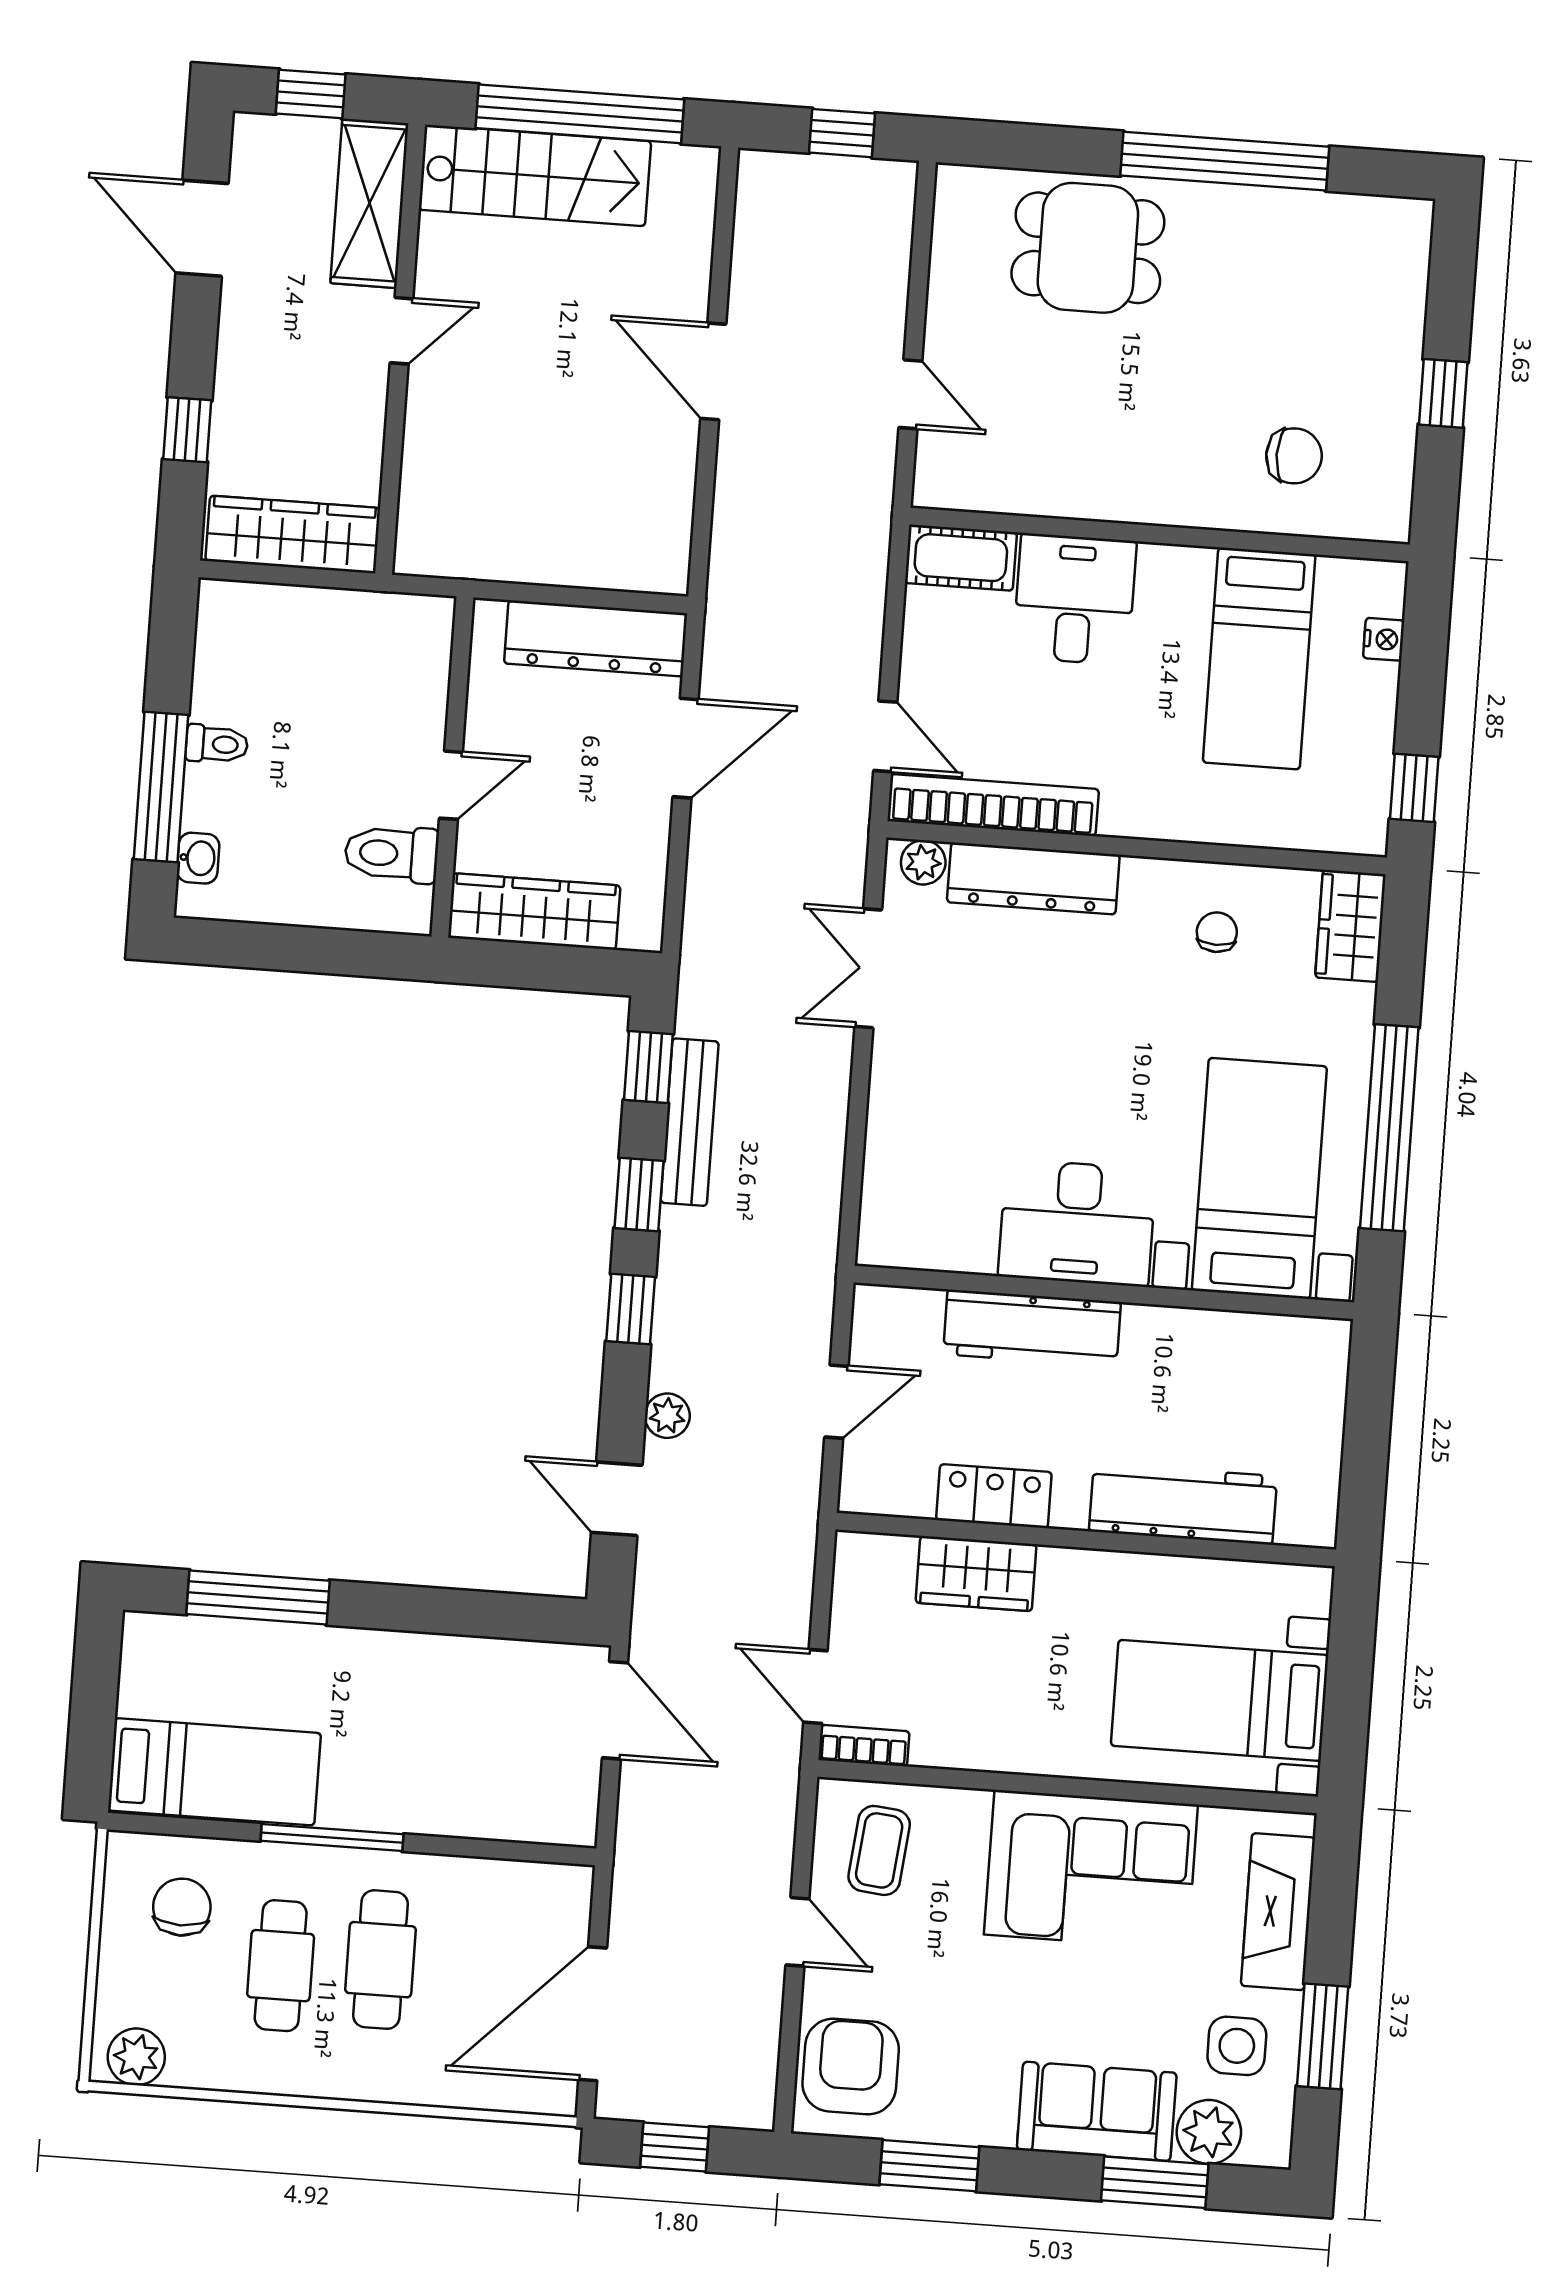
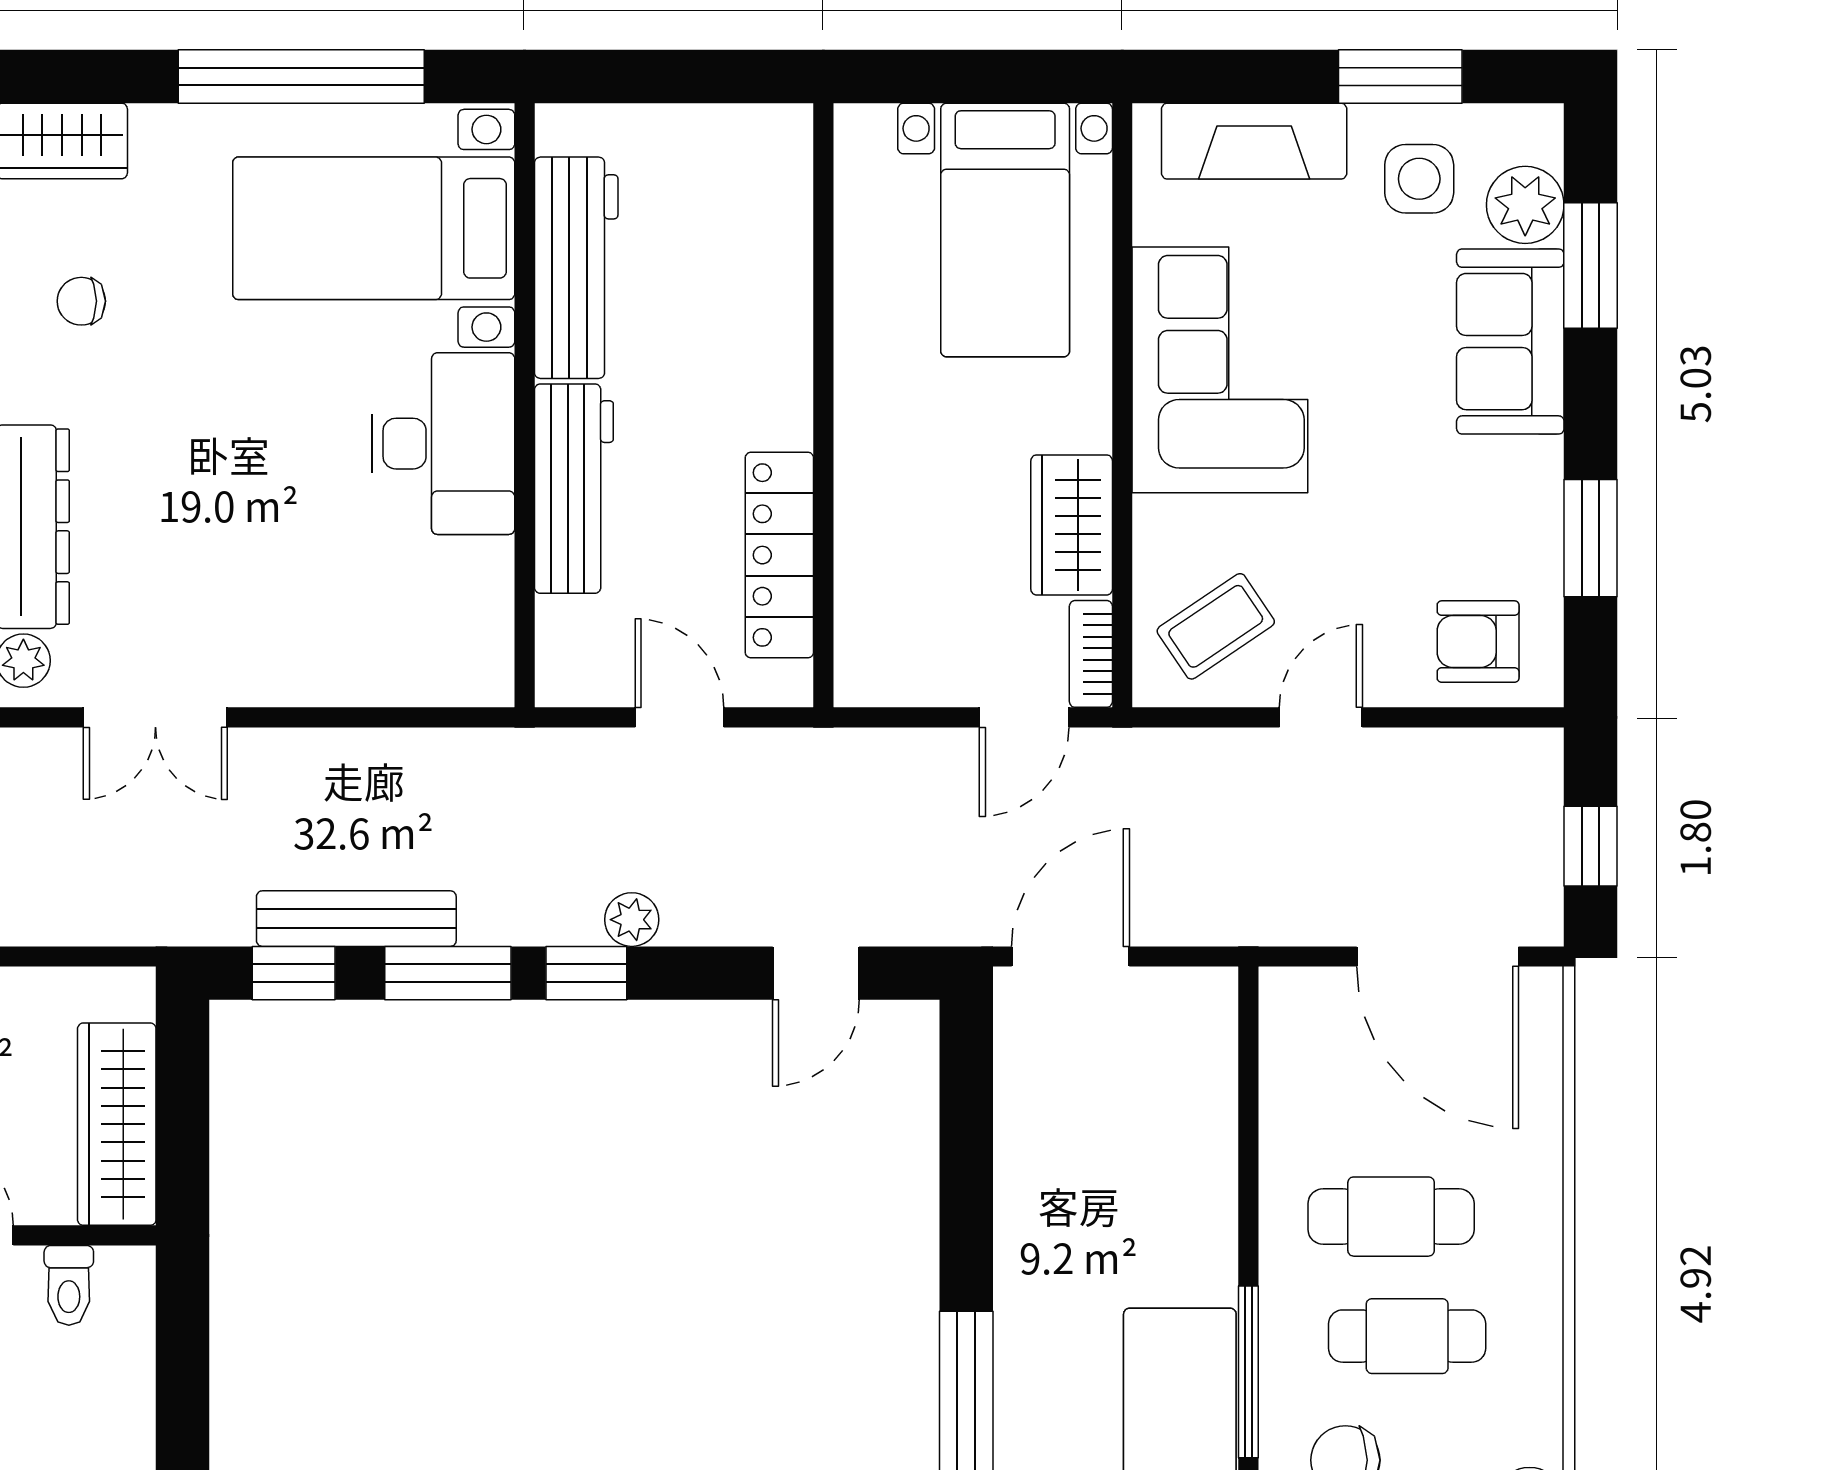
toilet: (392, 854) -> (69, 1285), width x0.73, depth x0.72
window: (639, 1194) -> (448, 973), width x1.50
plant: (667, 1416) -> (632, 920), moved
locker: (994, 1496) -> (779, 555), width x1.53
workbench: (1183, 1504) -> (576, 268), moved, turned 180
wardrobe: (976, 1574) -> (1072, 525), moved, turned 180
window: (332, 1837) -> (1248, 1372), moved
coffee table: (879, 1850) -> (1216, 626), turned -40
armchair: (851, 2066) -> (1478, 642), width x0.72, depth x0.72

